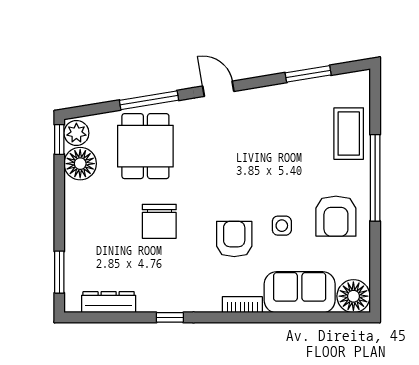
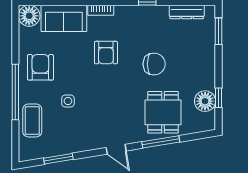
plant: (76, 133) -> (207, 121), removed
window: (59, 139) -> (218, 98), moved
chair: (159, 221) -> (154, 64), turned 90
side table: (282, 226) -> (68, 101), moved

